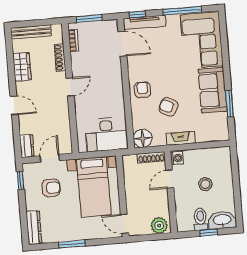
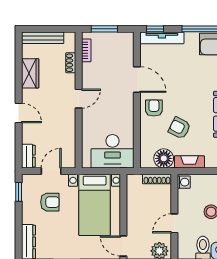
door: (122, 44) -> (137, 80), moved
shoe rack: (60, 58) -> (71, 63), width x0.70
floor lamp: (143, 138) -> (164, 158), moved
door: (170, 179) -> (174, 223), moved

